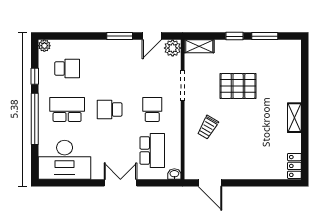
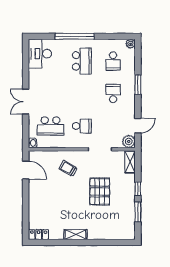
window: (120, 36) -> (138, 85), moved
door: (152, 36) -> (138, 126), swing flipped
window: (35, 76) -> (107, 36), removed
school desk: (110, 109) -> (113, 93), moved
desk: (65, 160) -> (40, 54), width x0.73, depth x0.77
double door: (120, 183) -> (26, 102), swing flipped
door: (210, 183) -> (26, 170), swing flipped

